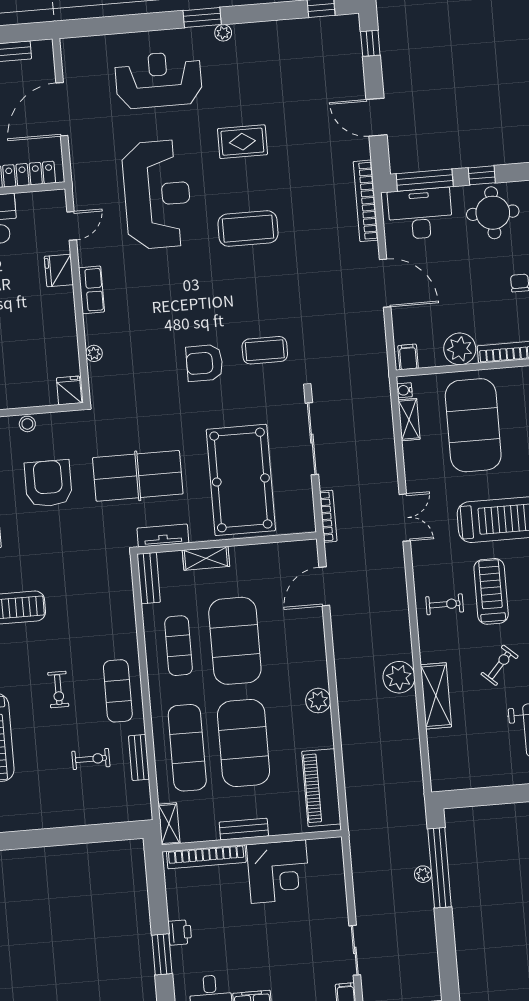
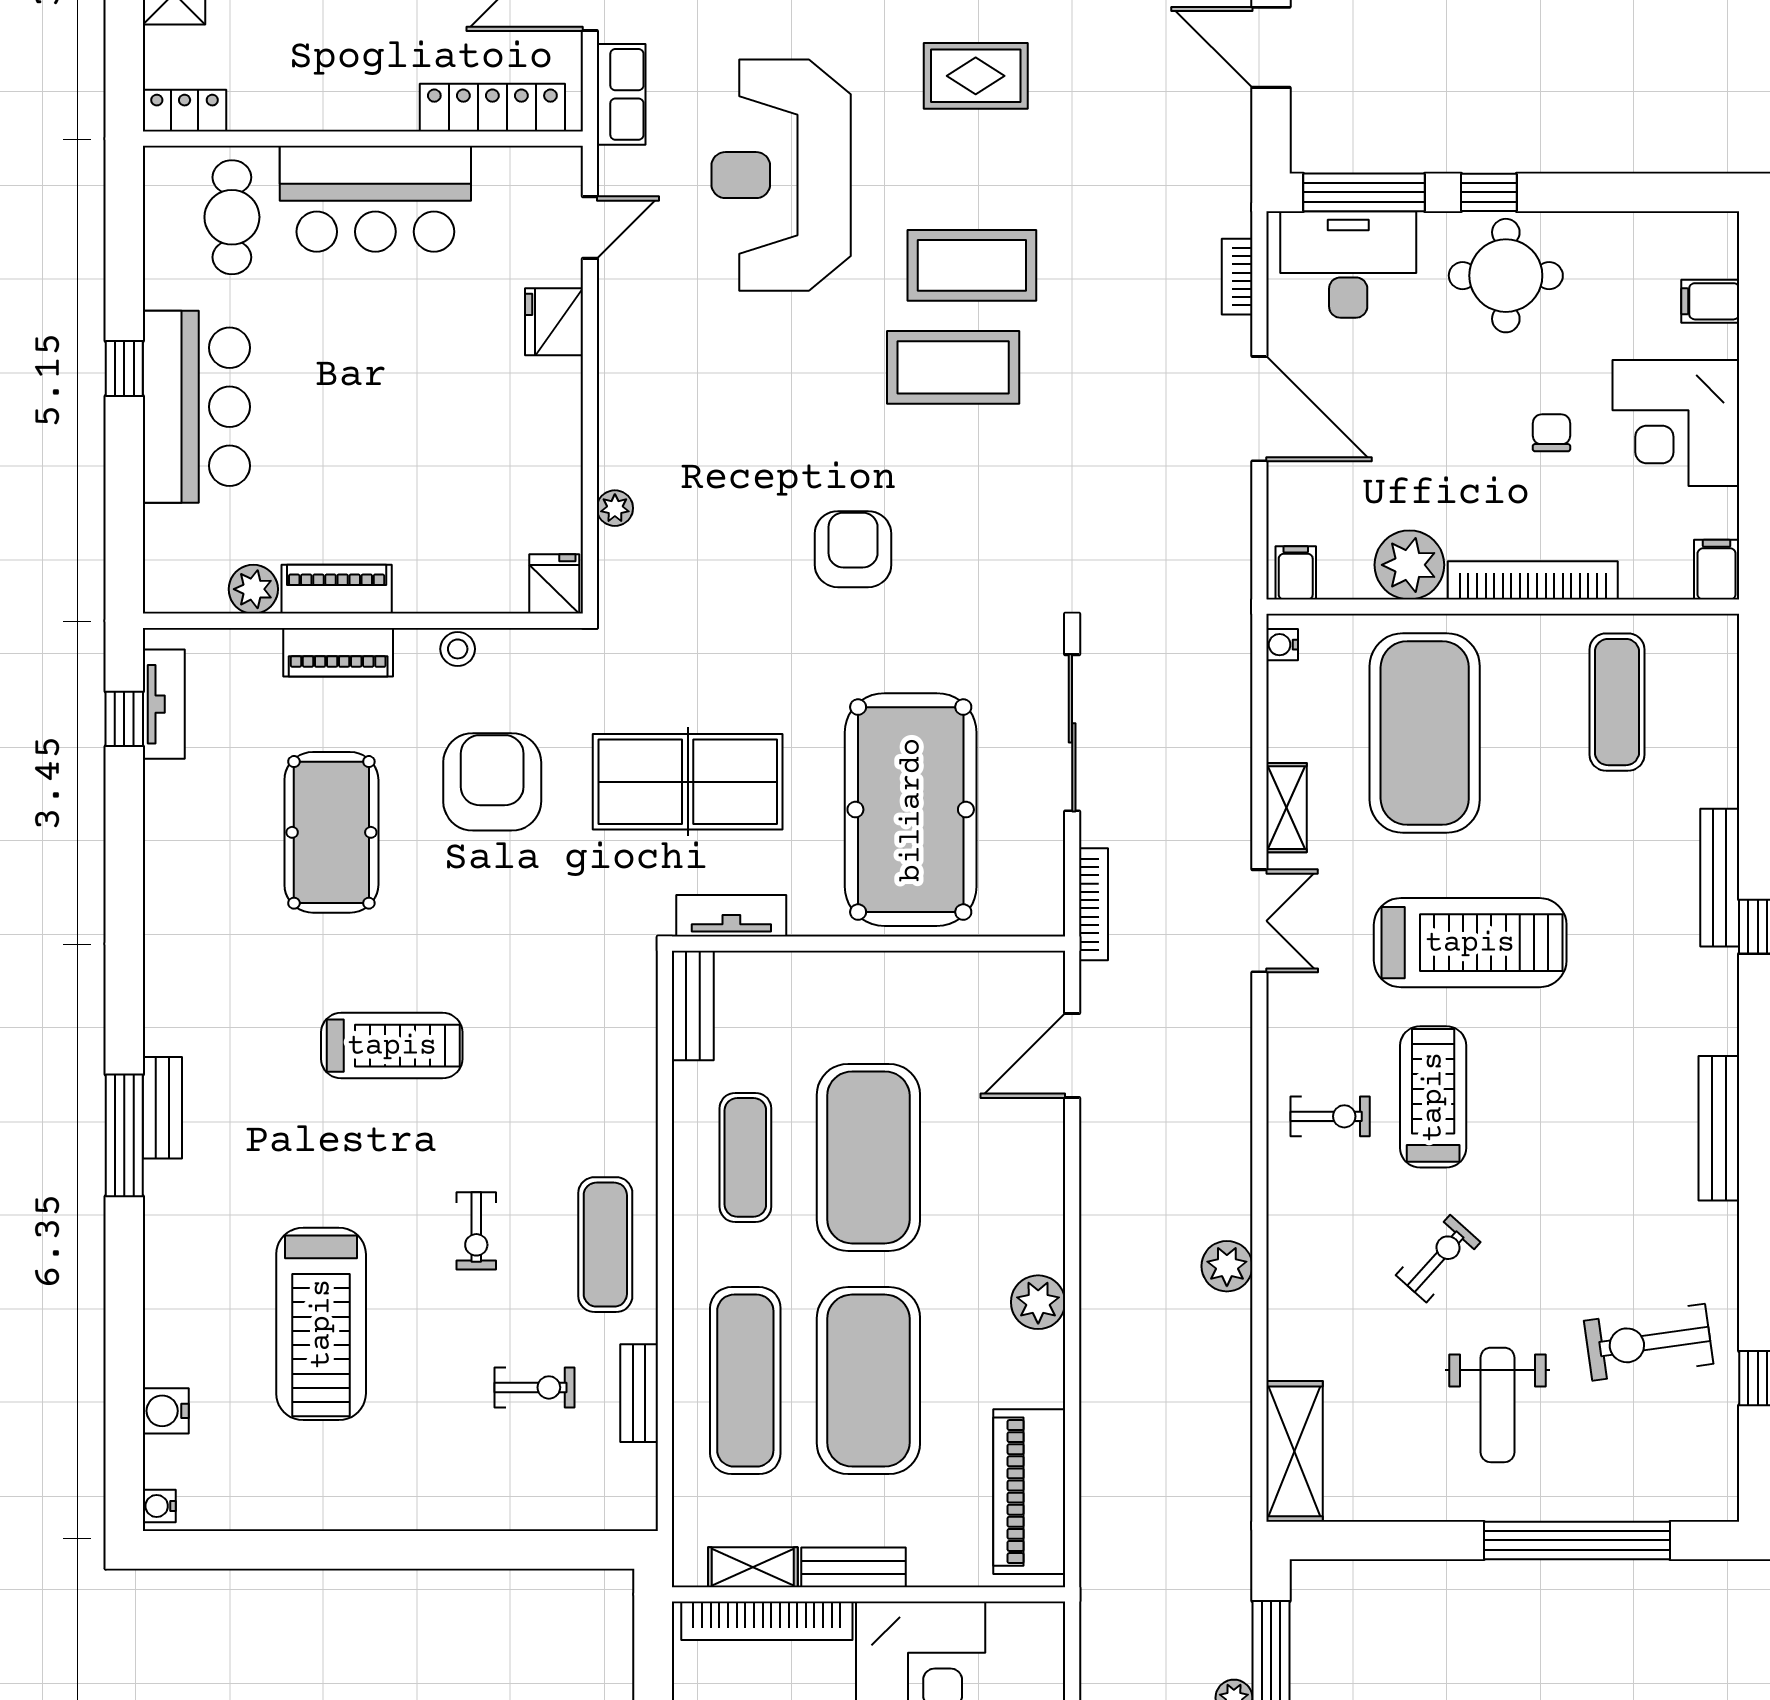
reception desk: (157, 195) -> (781, 175), turned 180
bookcase: (366, 201) -> (1237, 277), width x0.43, depth x0.76
row of seats: (91, 290) -> (621, 94), moved
coffee table: (265, 350) -> (953, 367), moved, width x1.36, depth x1.32
armchair: (204, 363) -> (853, 549), turned 90
shelving: (409, 420) -> (1286, 808), moved
shelving: (206, 558) -> (821, 973), removed
plant: (399, 677) -> (1227, 1266), width x0.73, depth x0.73
shelving: (436, 696) -> (1294, 1451), moved
shelving: (169, 824) -> (753, 1567), moved, turned 90

